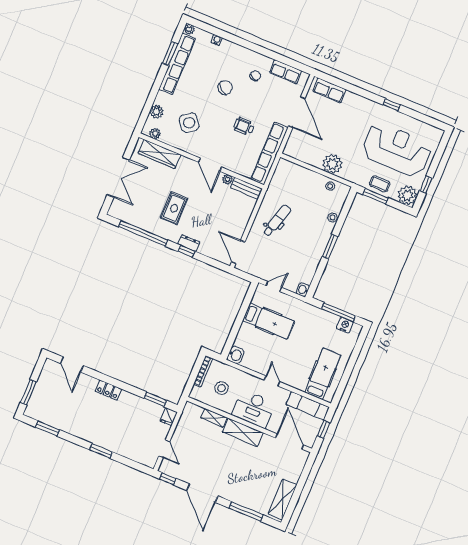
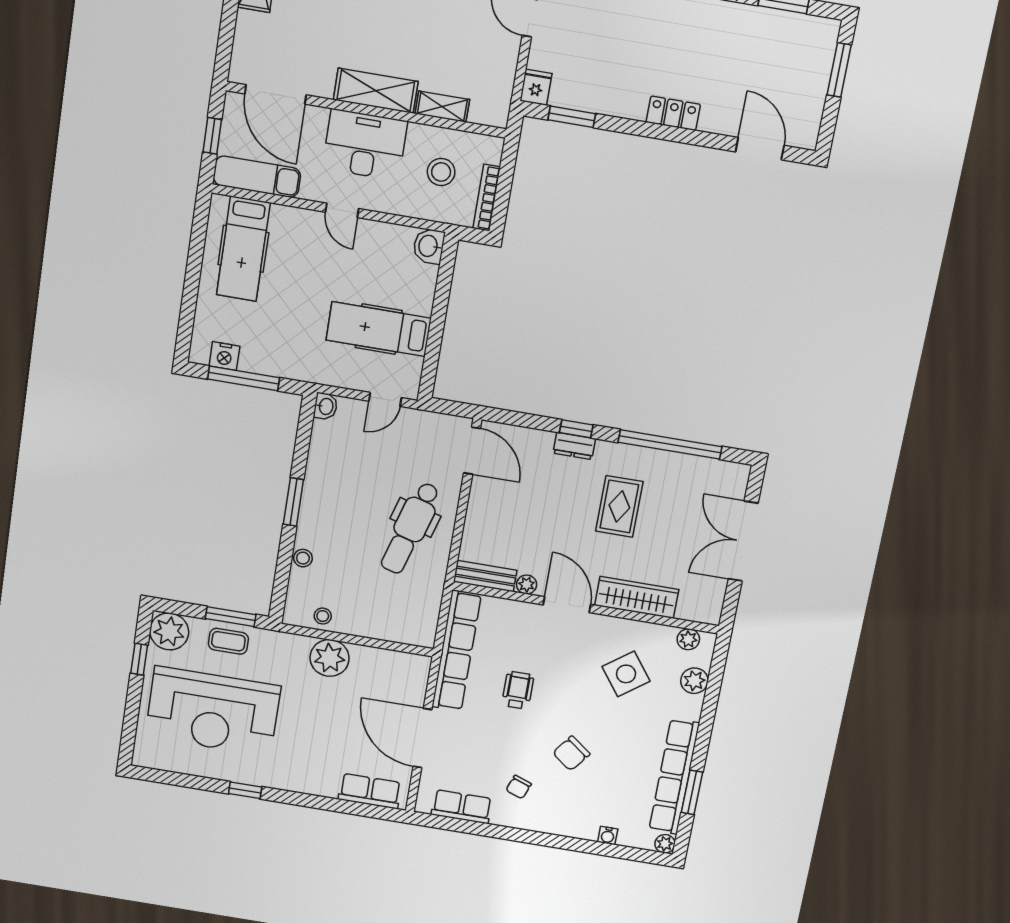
wheelchair: (244, 126) -> (518, 690), turned -90
wardrobe: (159, 154) -> (637, 597), moved
dental chair: (277, 221) -> (410, 528), width x1.36, depth x1.38

